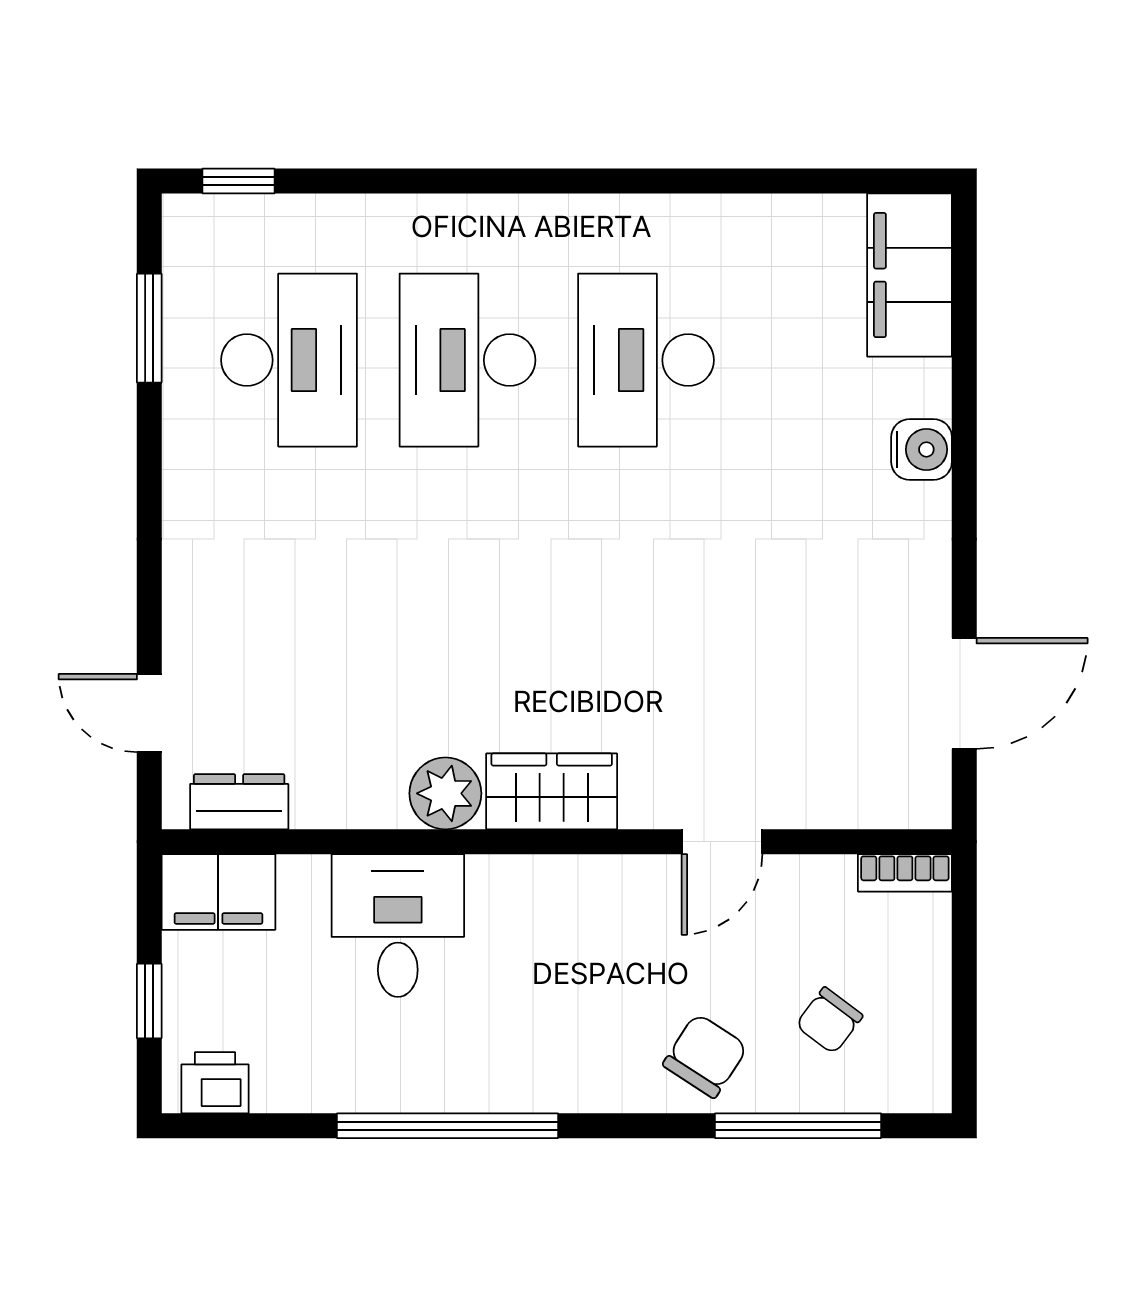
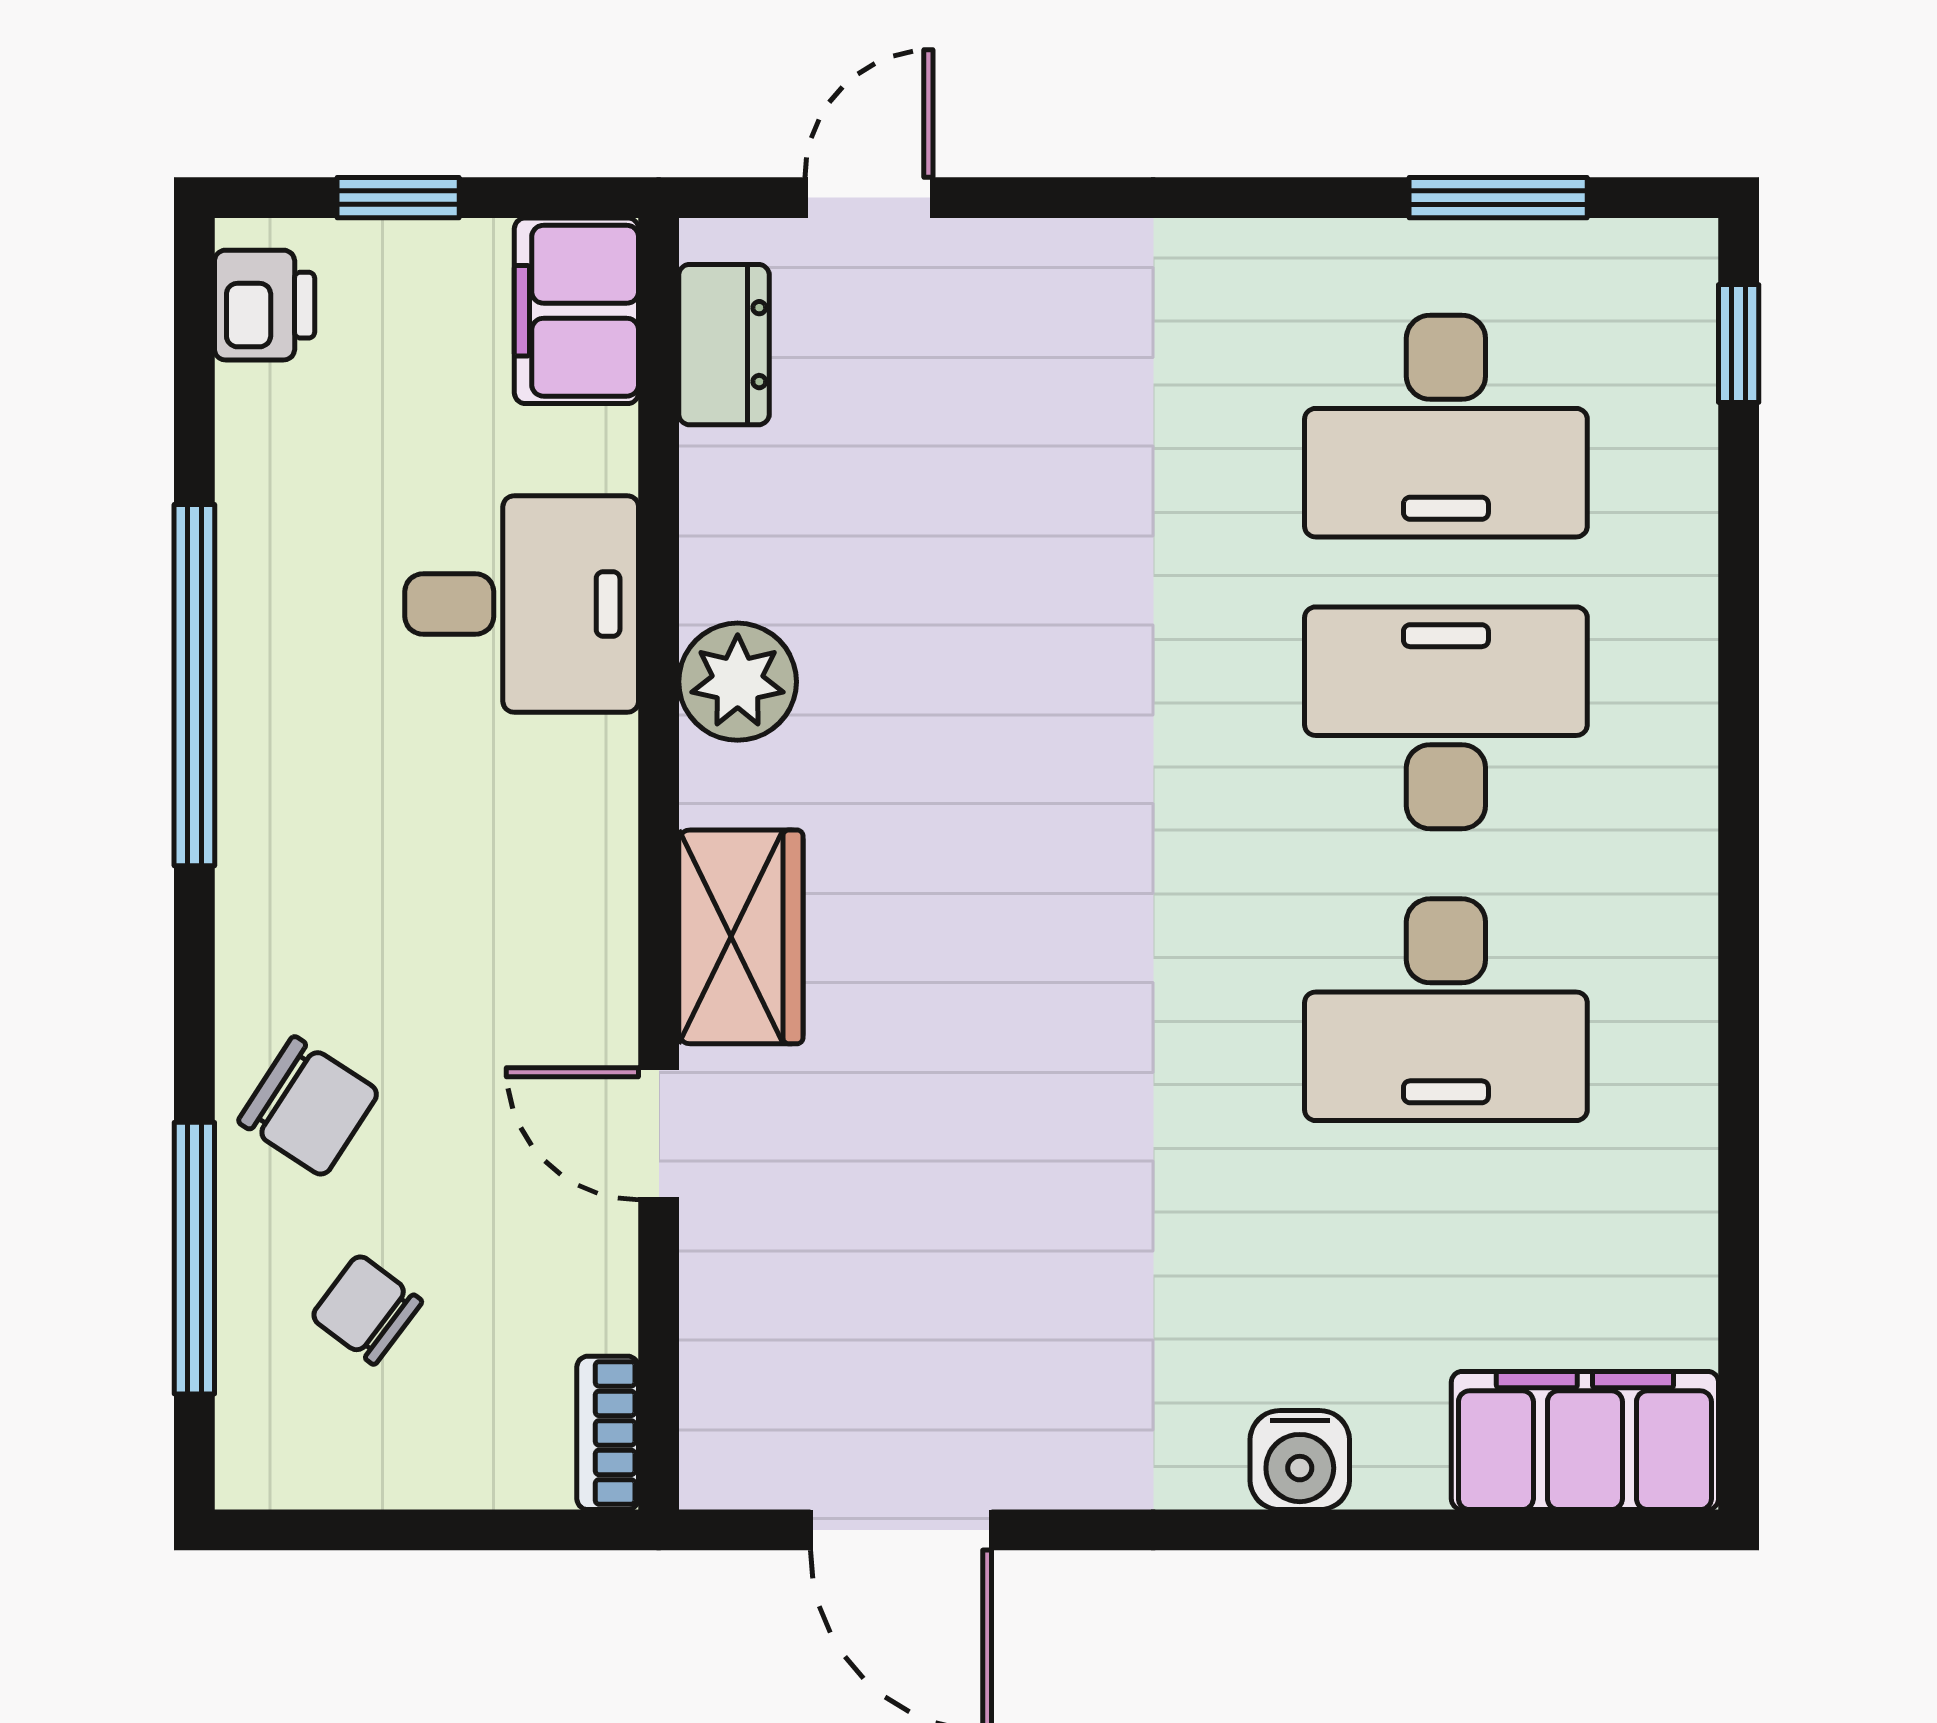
desk: (646, 360) -> (1446, 1010), turned 180
wardrobe: (552, 791) -> (741, 937), moved

